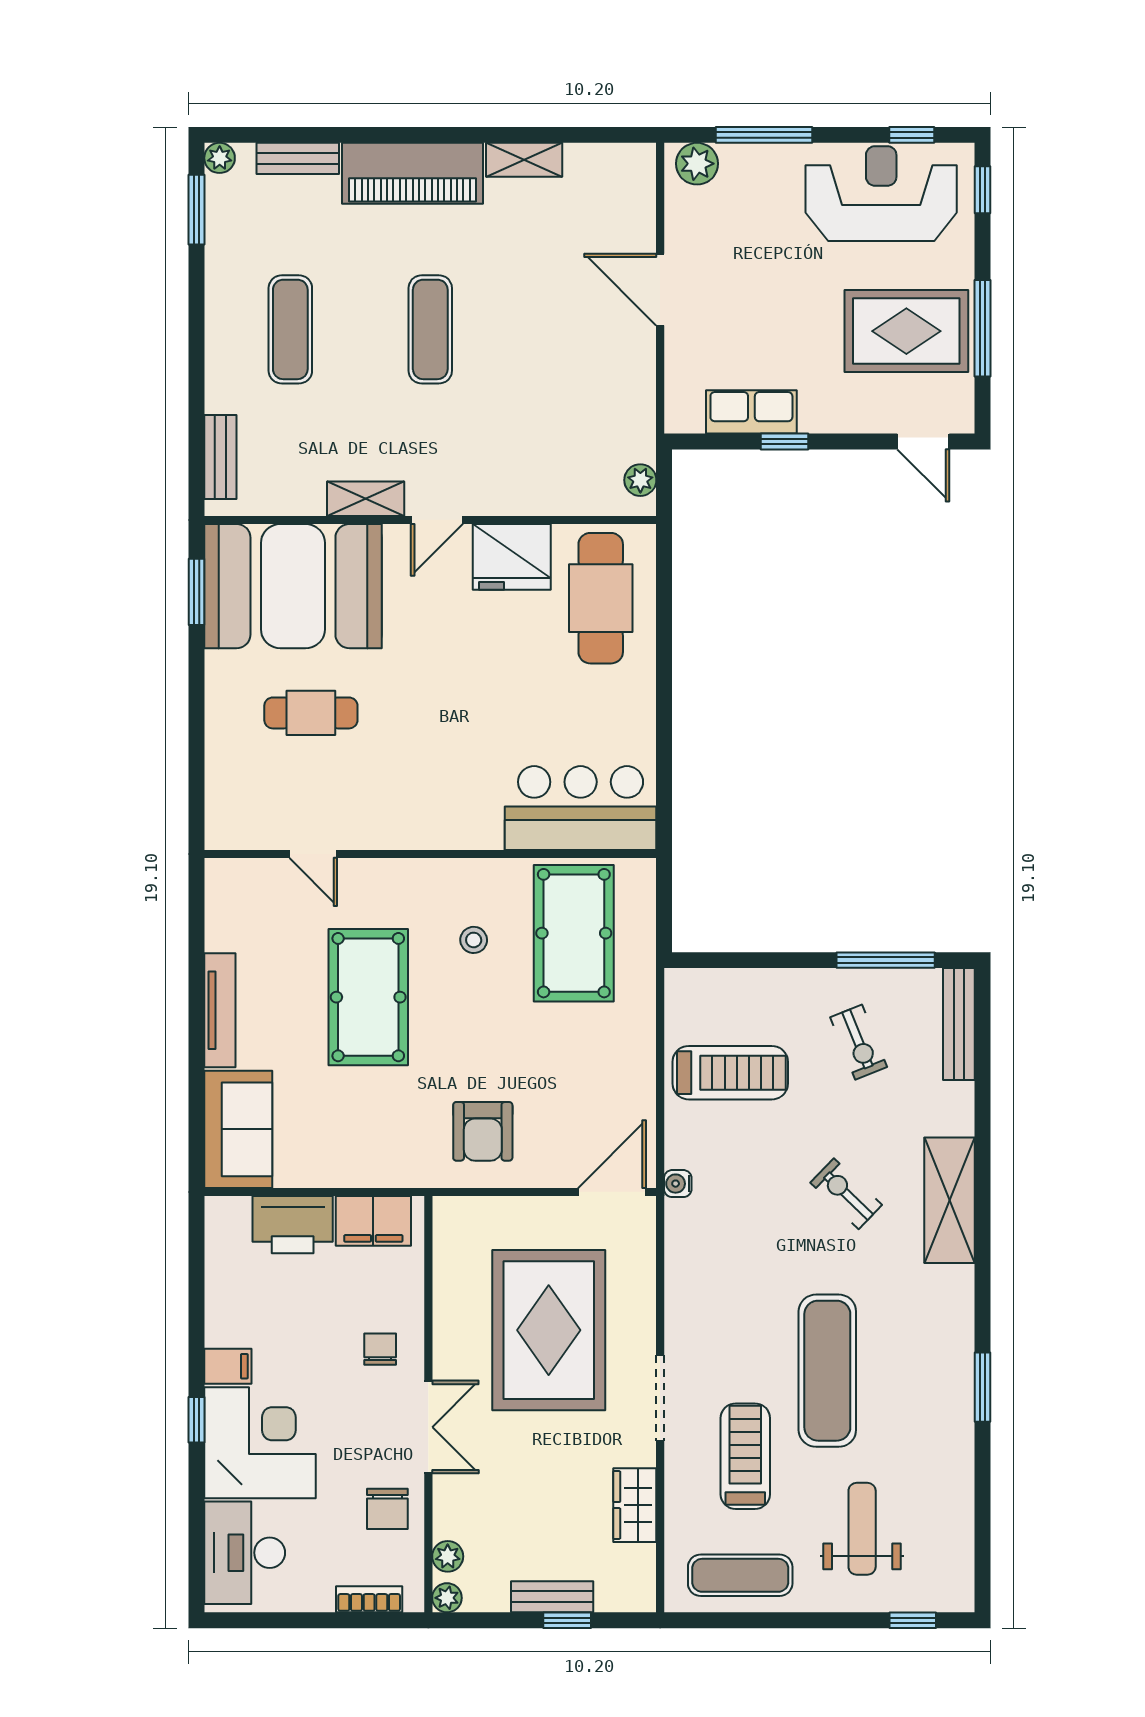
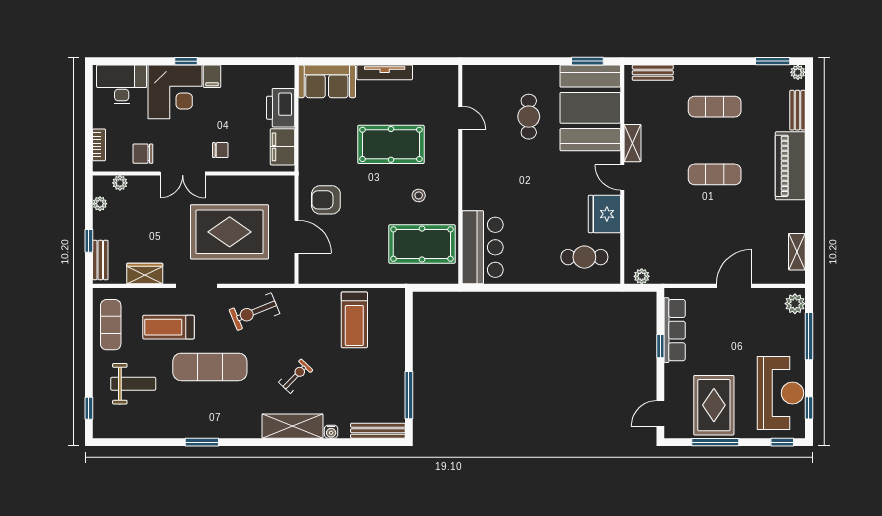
shelving: (524, 160) -> (797, 252), moved
row of seats: (751, 412) -> (675, 330), width x1.48
cafe table: (601, 598) -> (584, 257), width x0.73, depth x0.74
door: (313, 854) -> (460, 118), swing flipped
exercise bike: (859, 1042) -> (254, 312), moved, width x1.38, depth x1.39
water cooler: (678, 1184) -> (331, 432), moved, turned 180
door: (612, 1192) -> (297, 237), moved
treadmill: (745, 1456) -> (168, 327), turned 180
bench: (552, 1597) -> (100, 260), moved
plant: (447, 1598) -> (100, 204), moved

